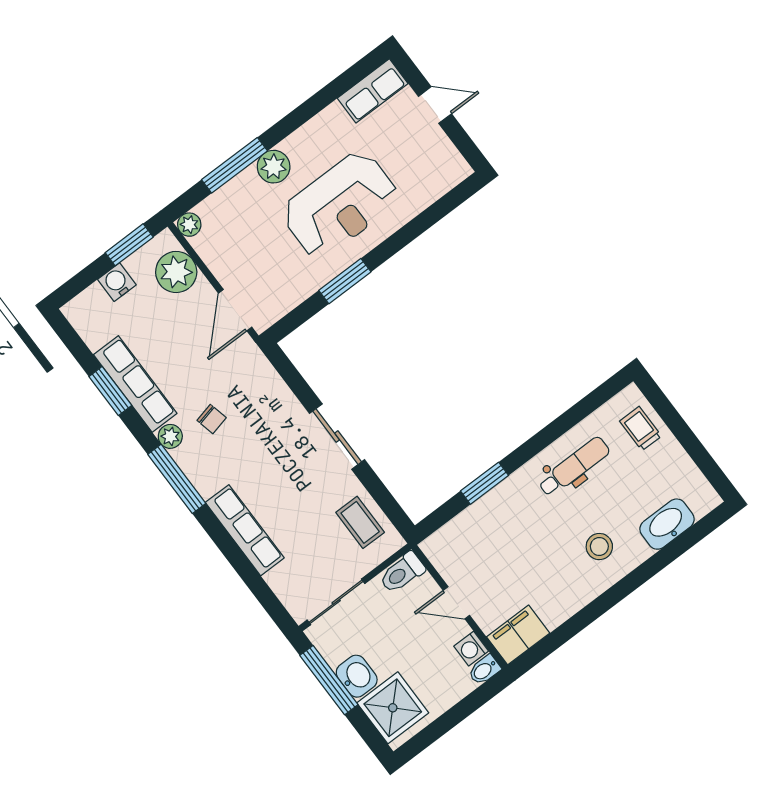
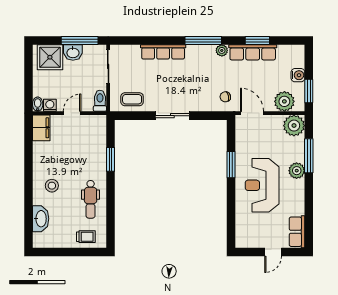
plant: (189, 225) -> (294, 126), width x1.87, depth x1.87
chair: (212, 419) -> (225, 97), moved

